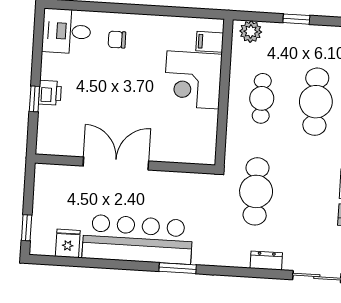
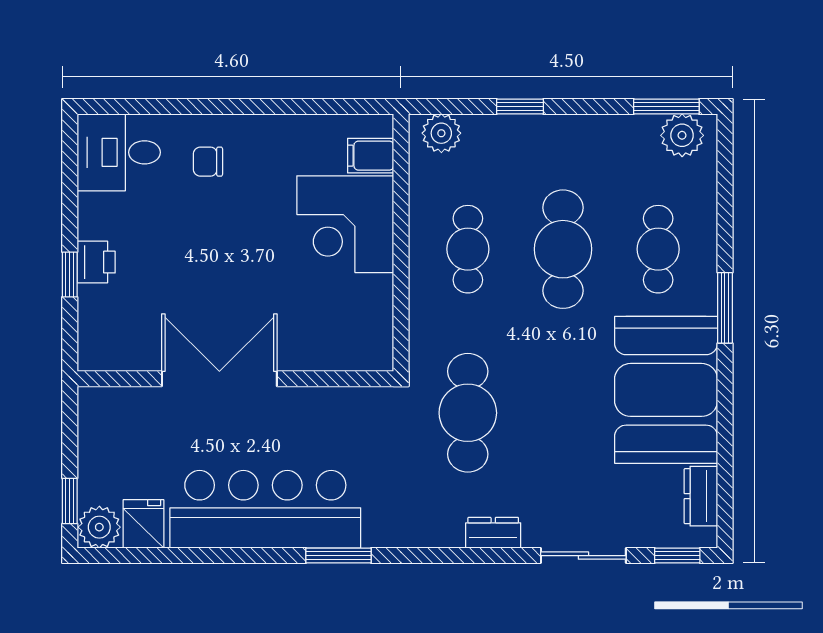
plant: (42, 244) -> (99, 527), added

